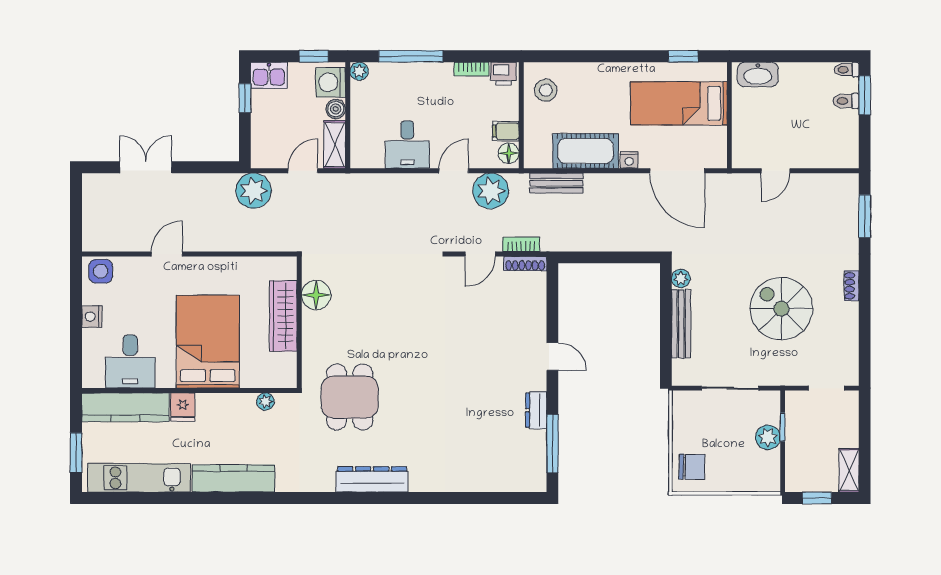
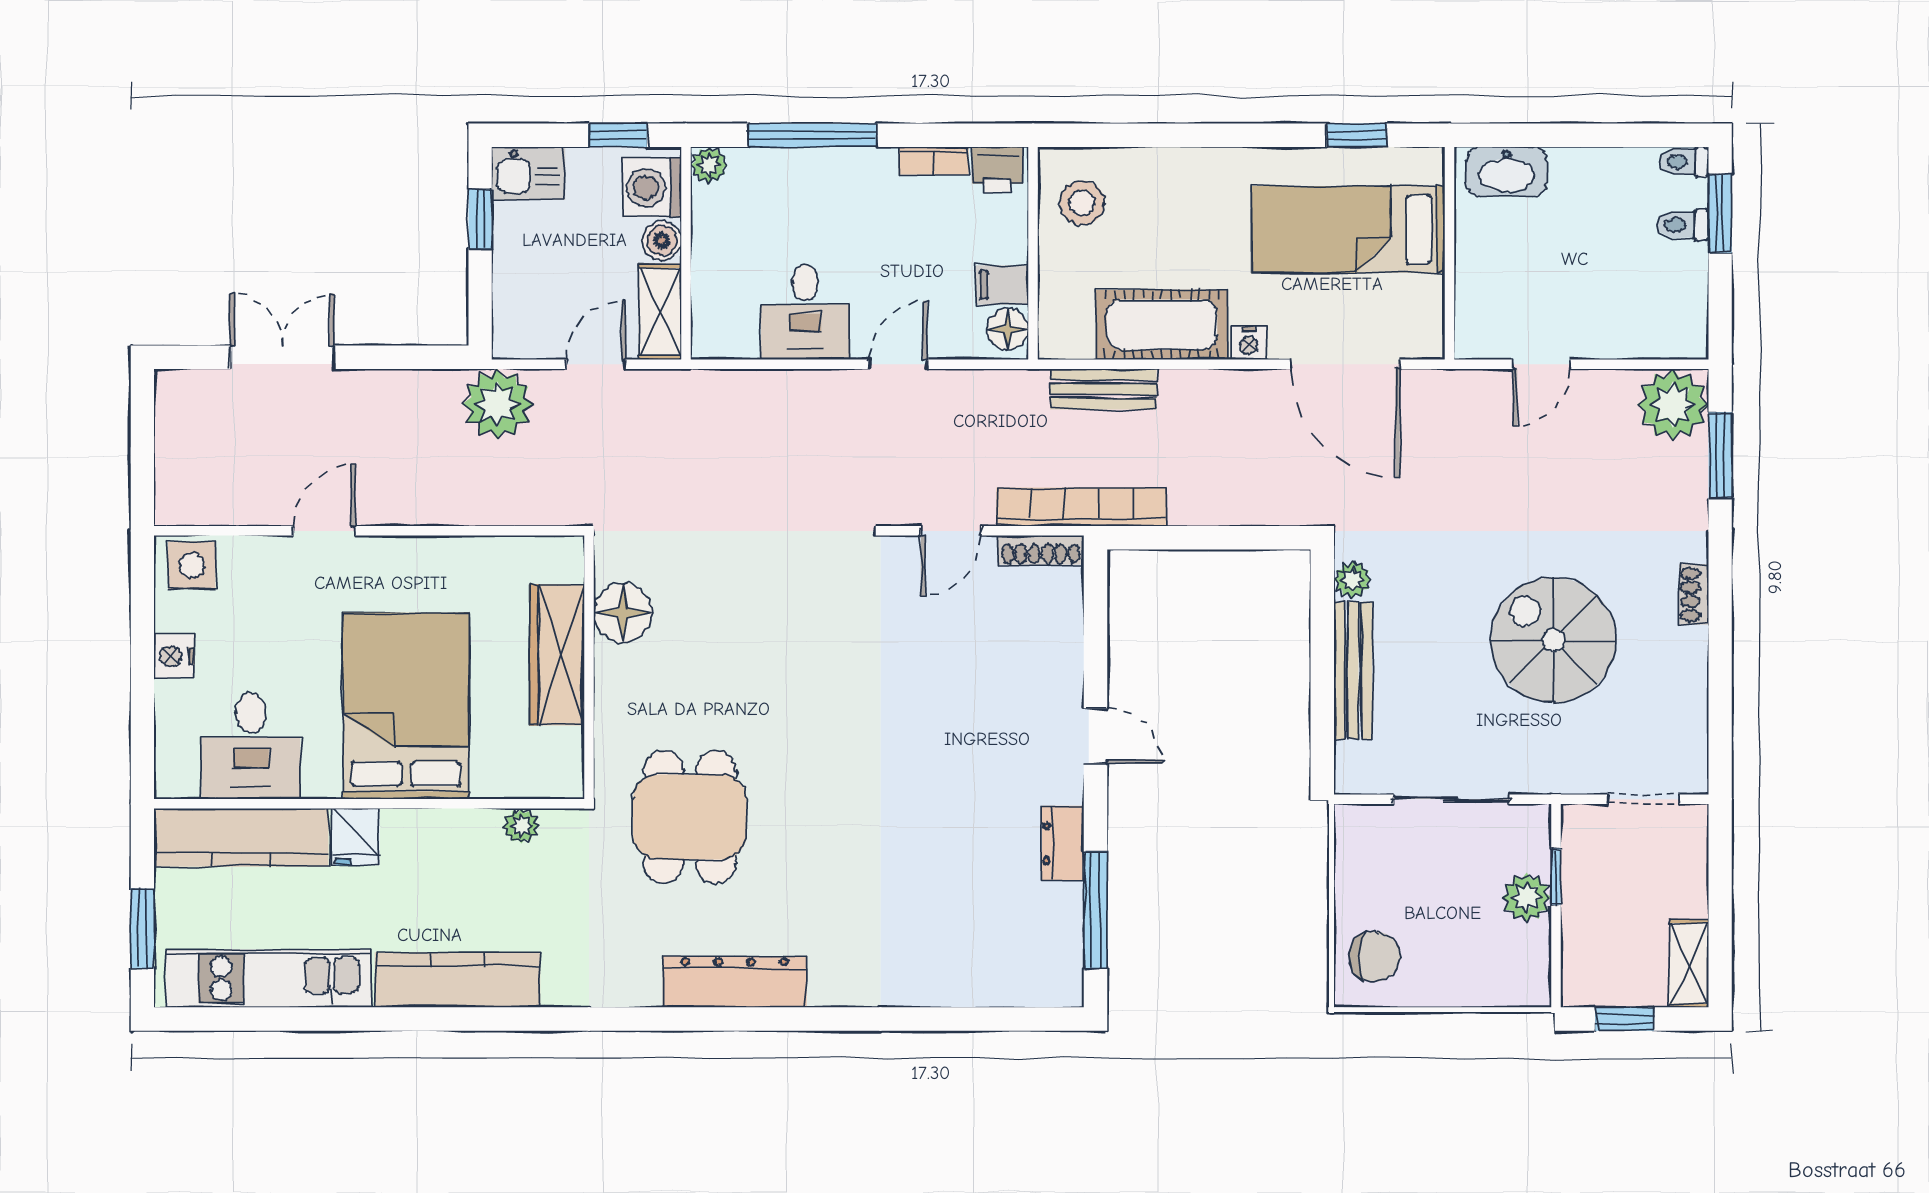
plant: (491, 191) -> (1673, 405), moved
bookcase: (521, 244) -> (1081, 507), width x2.31, depth x1.31

